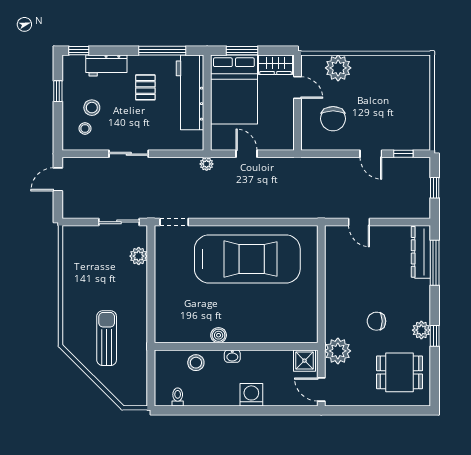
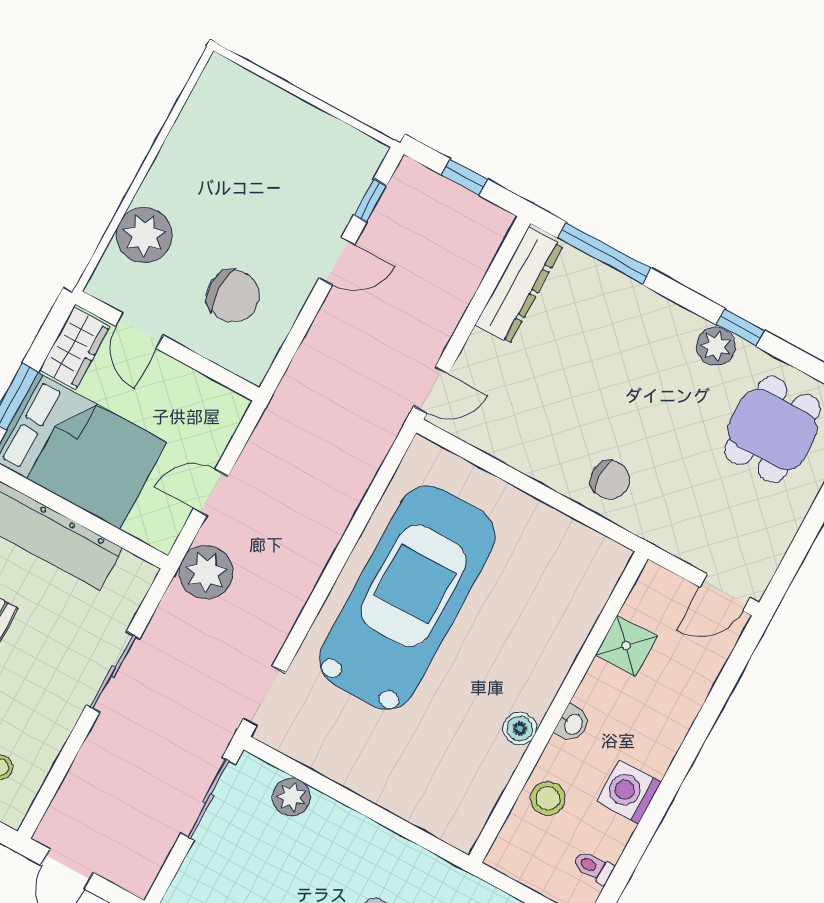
door: (297, 88) -> (139, 331), swing flipped
sliding door: (129, 154) -> (113, 672), moved
plant: (207, 164) -> (206, 572), width x1.88, depth x1.88
door: (359, 222) -> (431, 390), moved
dresser: (421, 252) -> (519, 285), moved, turned -90
chair: (376, 321) -> (610, 480), moved, turned -90
plant: (338, 351) -> (670, 523), removed
shower: (304, 361) -> (626, 646), moved
washing machine: (251, 395) -> (629, 792), moved

